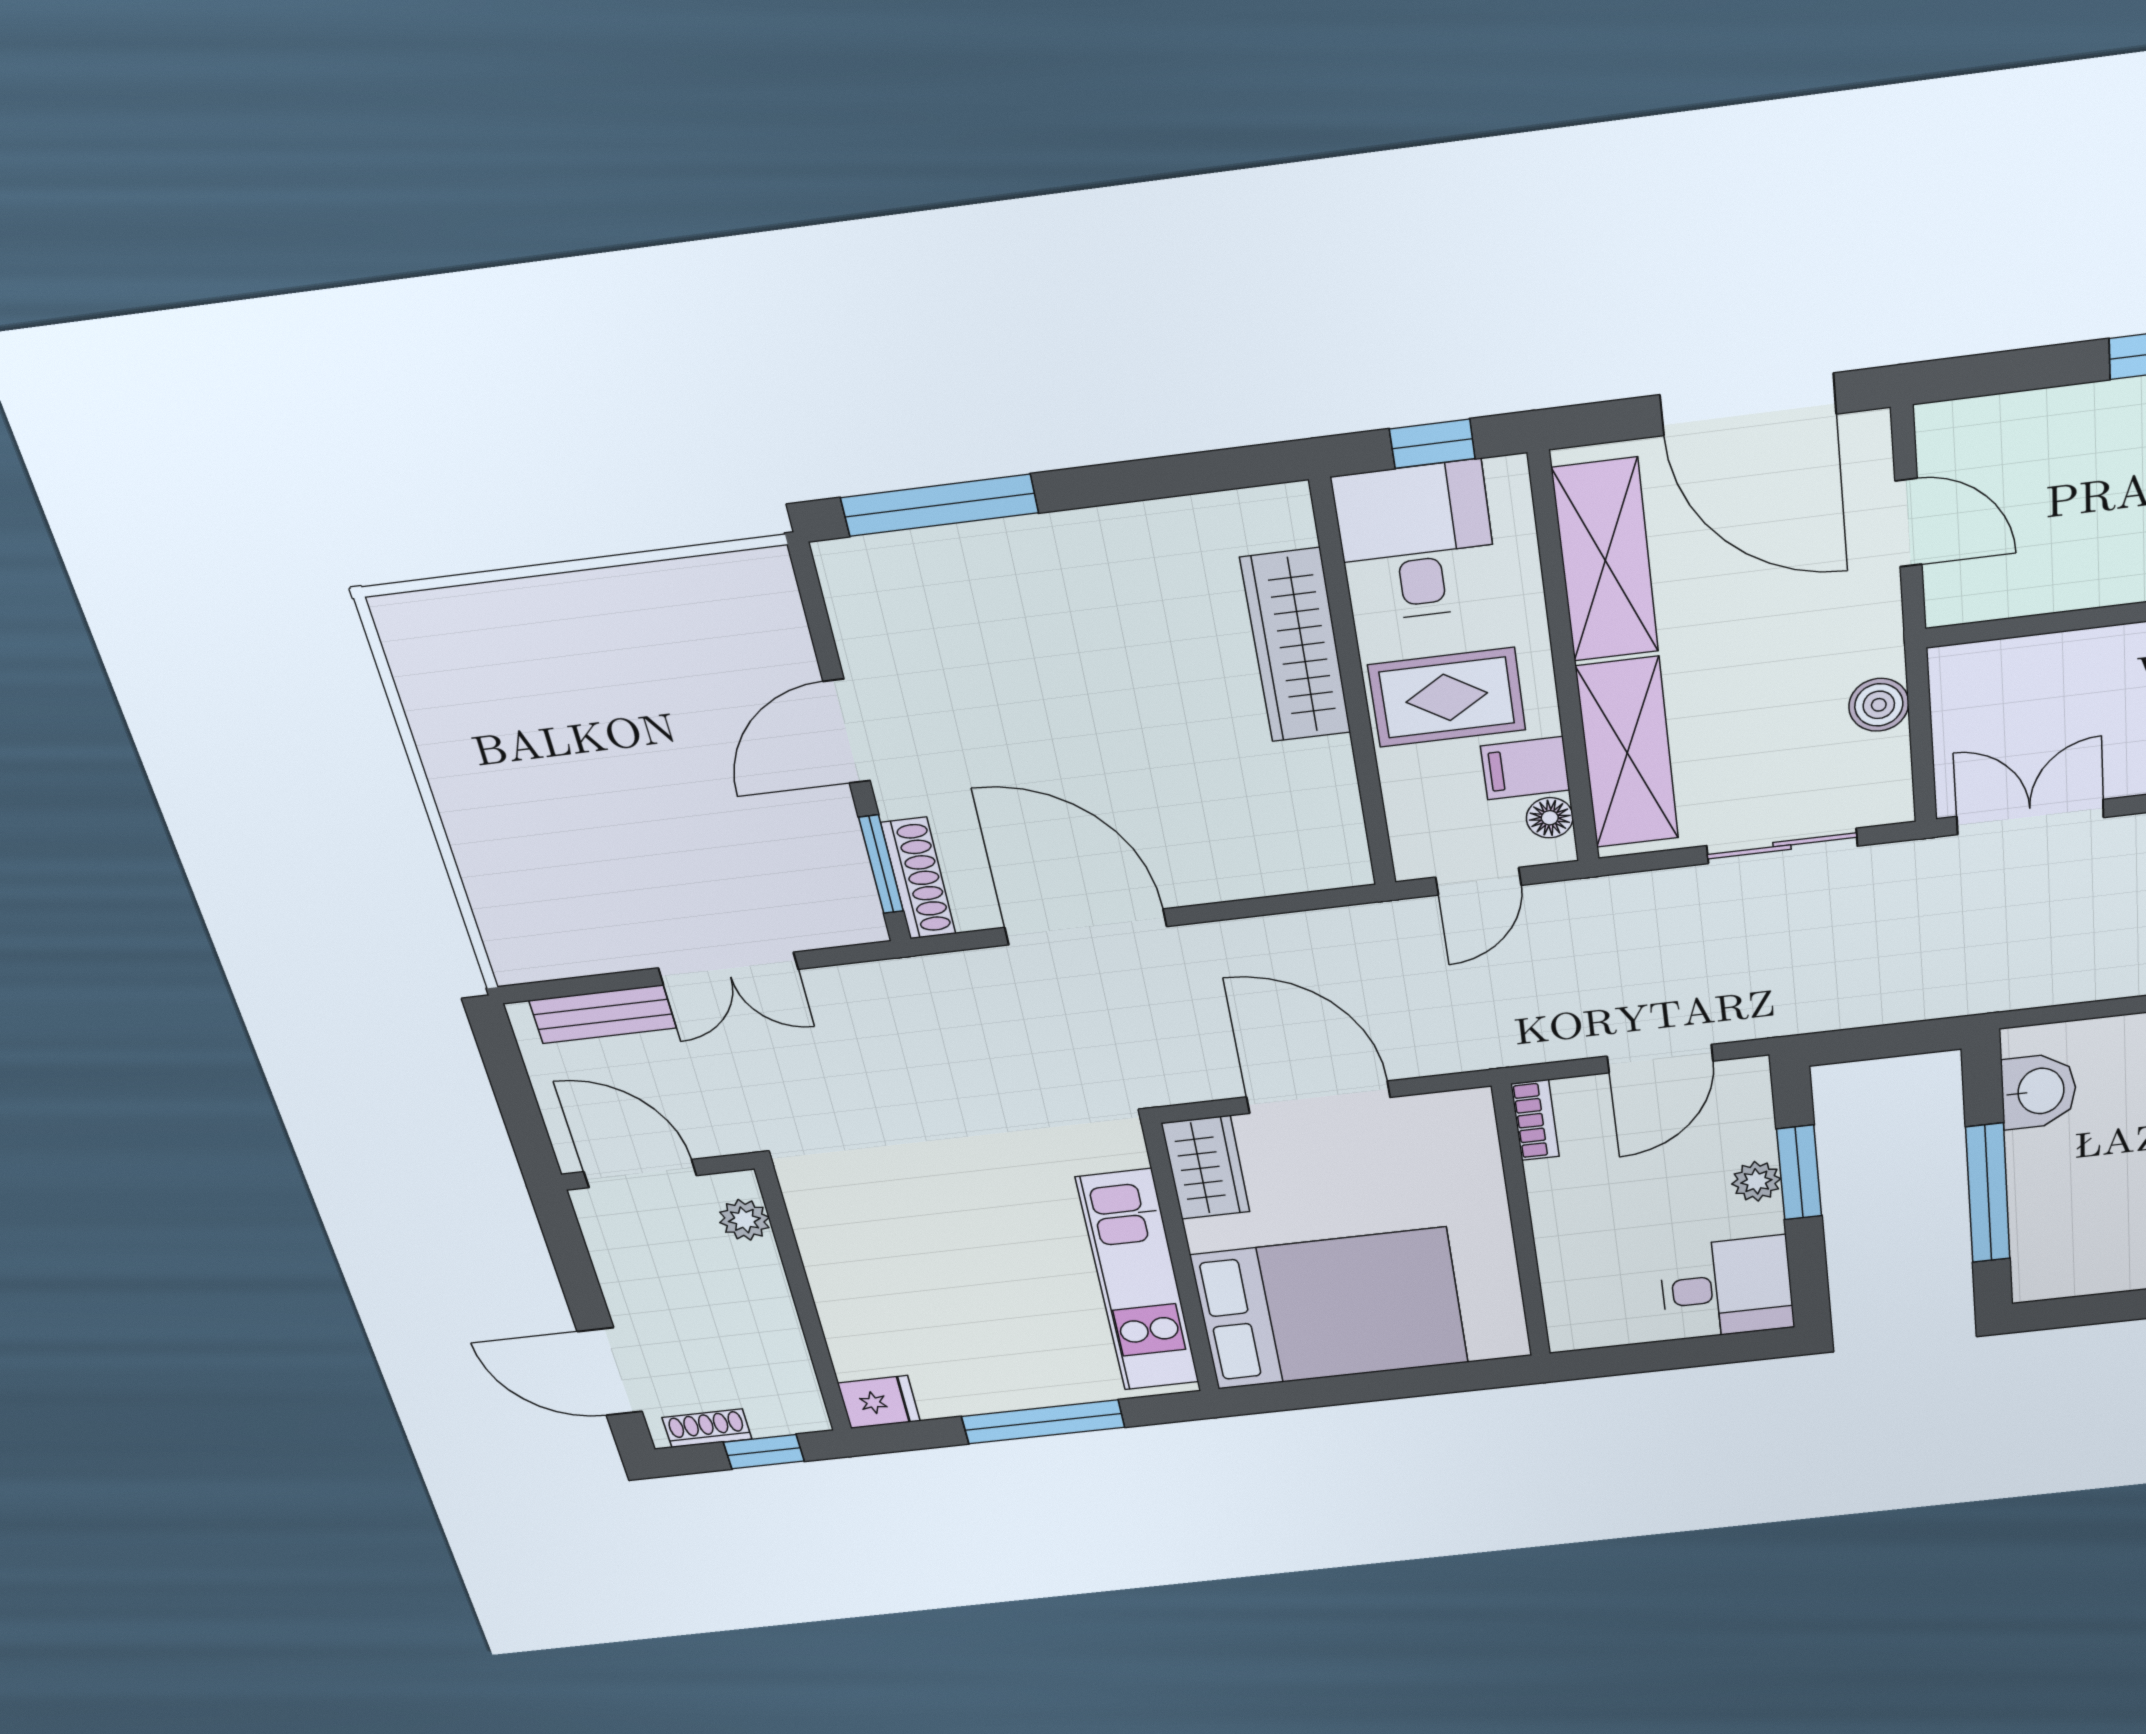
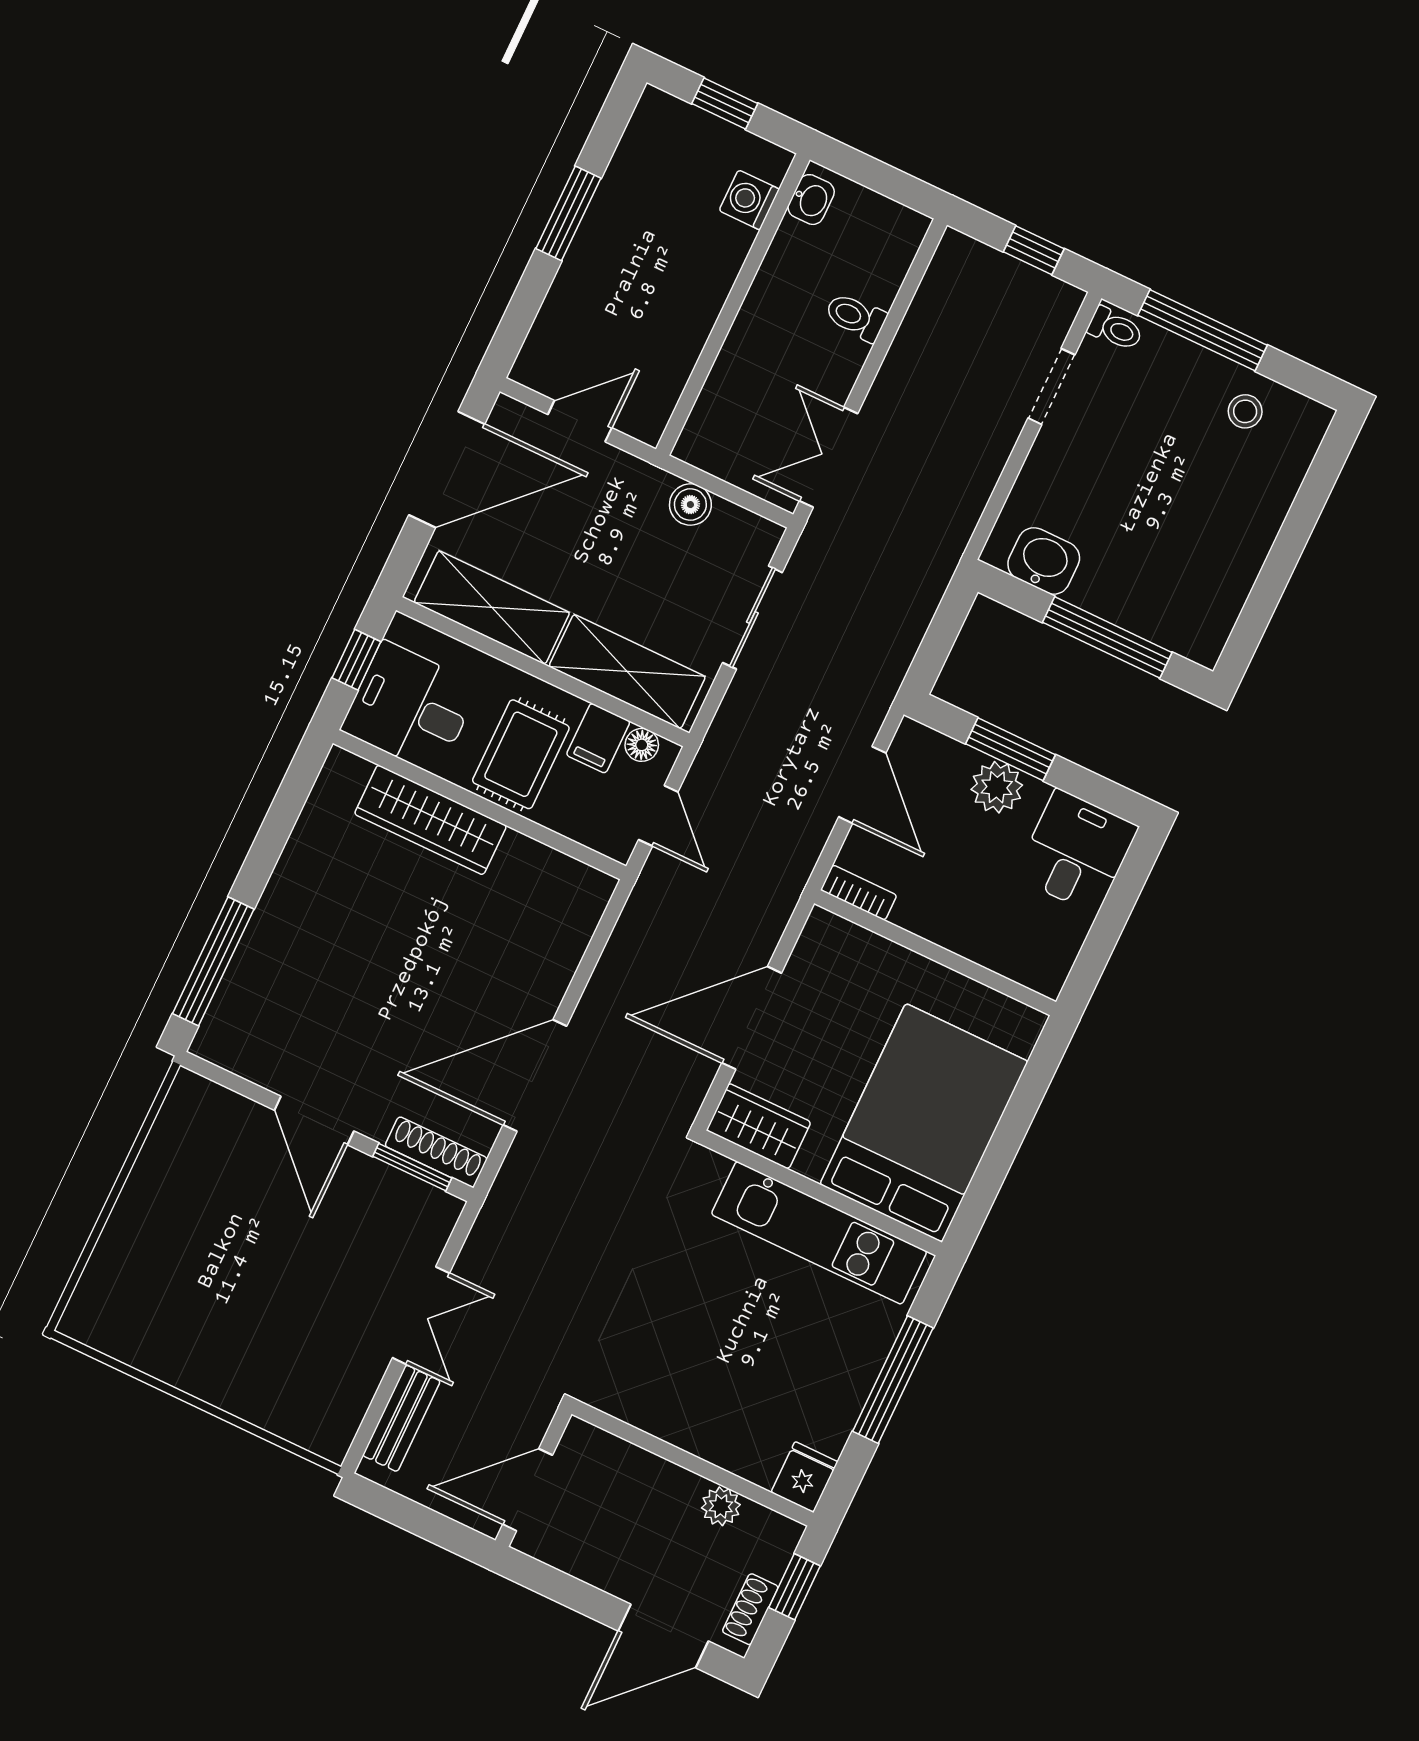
plant: (1756, 1181) -> (997, 787), width x1.38, depth x1.38
plant: (744, 1220) -> (721, 1506), moved

